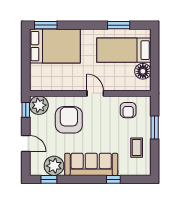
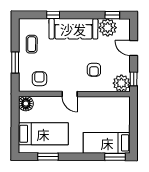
bed: (55, 46) -> (107, 143), width x0.67
floor lamp: (143, 71) -> (26, 104), moved
armchair: (69, 120) -> (94, 70), width x0.53, depth x0.53

